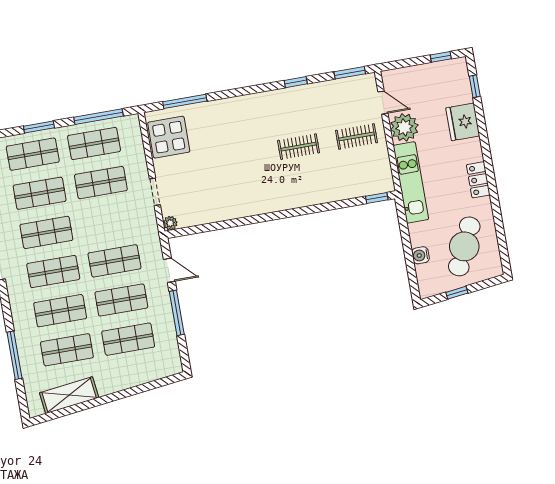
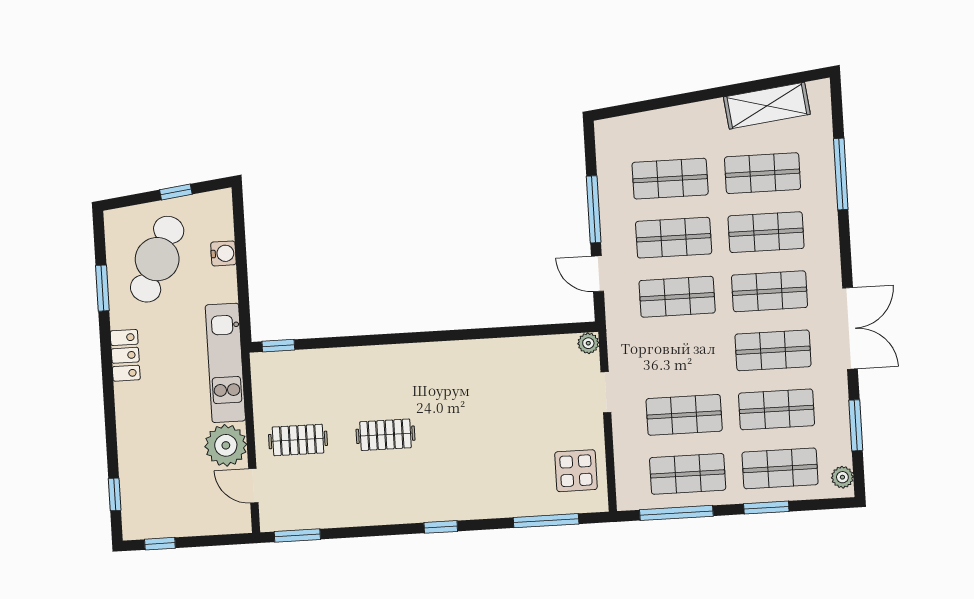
window: (296, 82) -> (441, 527), moved
fridge: (463, 122) -> (138, 444), removed
display table: (169, 137) -> (576, 471), width x0.73, depth x0.73
window: (499, 223) -> (102, 288), added

